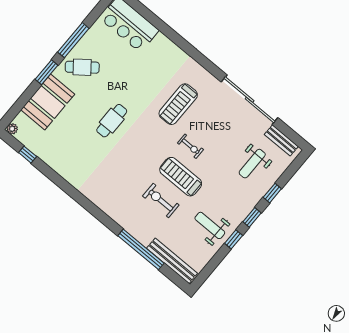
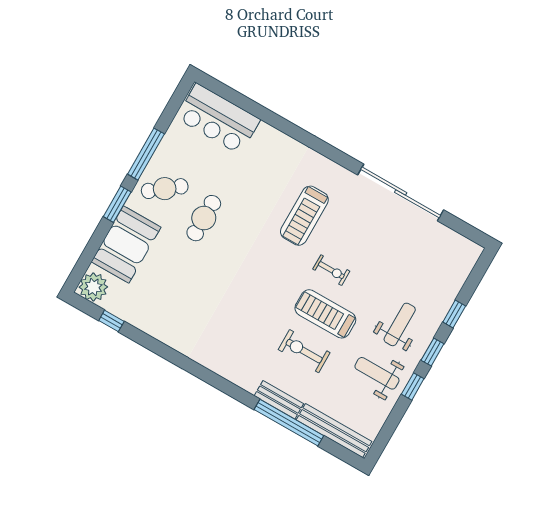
cafe table: (112, 121) -> (204, 218), moved
plant: (12, 129) -> (93, 287), width x1.88, depth x1.88
bench: (281, 140) -> (279, 400), moved
weight bench: (252, 164) -> (400, 324), moved, turned 180

